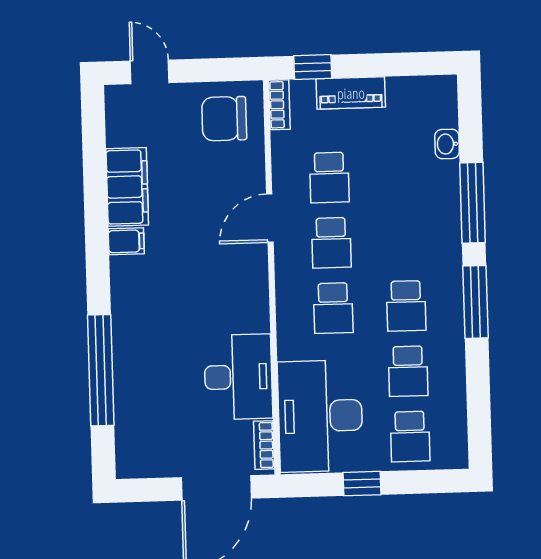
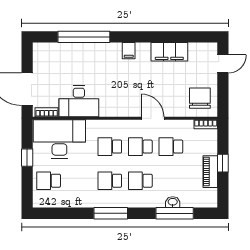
window: (313, 67) -> (223, 163), moved
piano: (351, 93) -> (210, 172), moved
washbasin: (447, 144) -> (173, 202), moved
window: (473, 203) -> (175, 213), moved
filing cabinet: (126, 241) -> (129, 51), moved
school desk: (408, 371) -> (140, 181), moved

